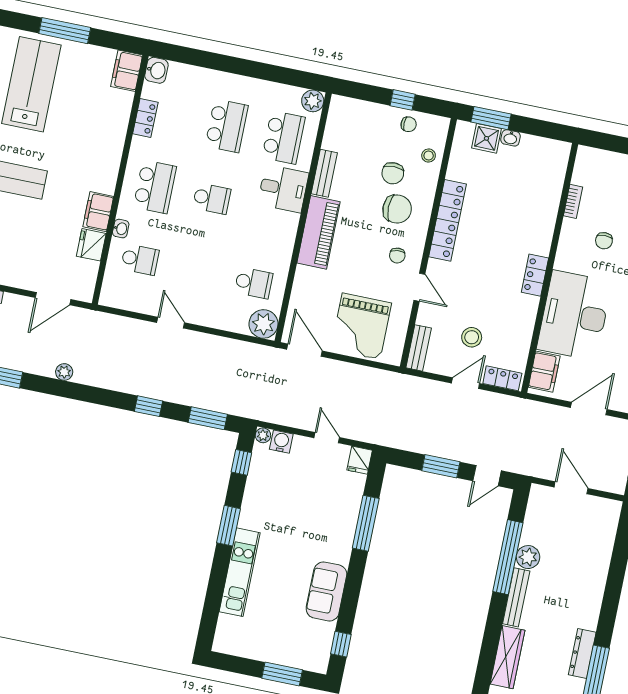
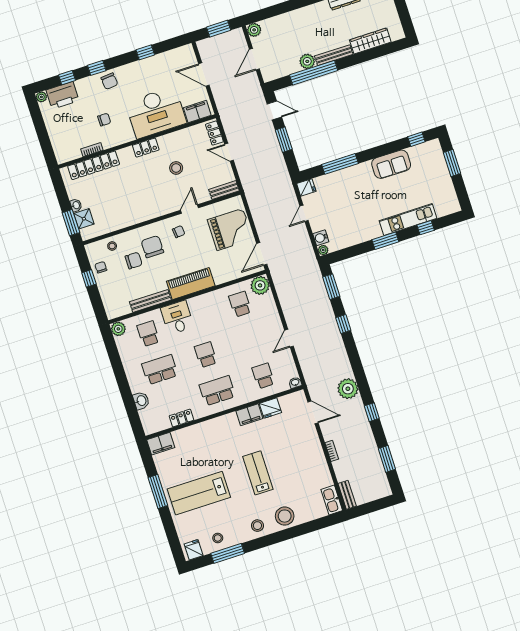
washbasin: (156, 70) -> (141, 401), moved, turned 90
school desk: (284, 137) -> (148, 334), width x0.54
bench: (324, 173) -> (150, 301), width x1.36
locker: (448, 220) -> (94, 165), moved, turned 180
washbasin: (121, 229) -> (295, 383), moved
stool: (472, 337) -> (176, 168), moved
plant: (64, 372) -> (348, 389), width x1.87, depth x1.87
window: (241, 462) -> (426, 228), moved
plant: (610, 510) -> (254, 30), added

